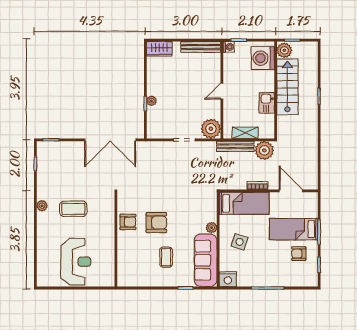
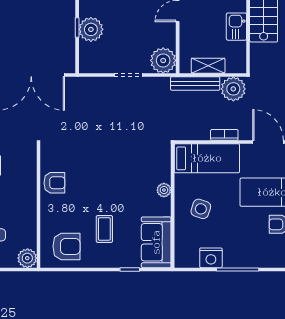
plant: (151, 101) -> (91, 29), width x1.88, depth x1.88
armchair: (156, 223) -> (67, 246), moved
sofa: (206, 260) -> (156, 242), width x0.73
plant: (107, 279) -> (27, 258), added
nightstand: (228, 279) -> (211, 258), moved

